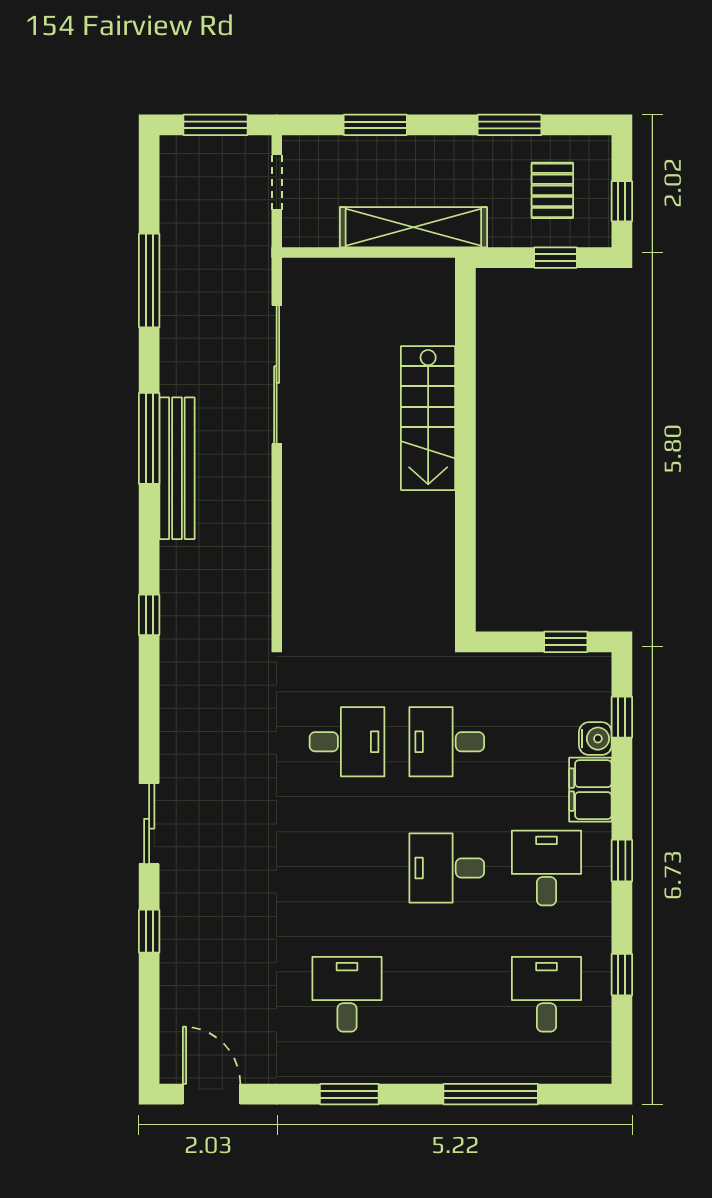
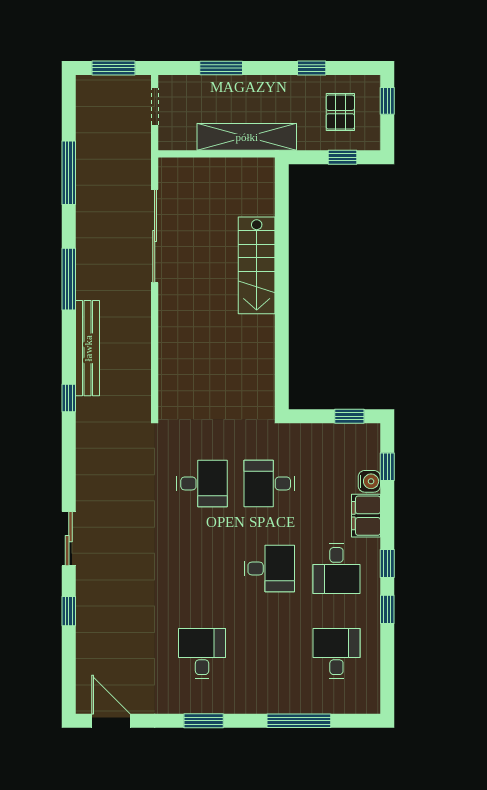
window: (510, 125) -> (312, 68), width x0.67
window: (622, 201) -> (387, 101), moved
bench: (177, 468) -> (88, 348), moved
desk: (447, 868) -> (269, 568), turned 180
desk: (546, 868) -> (336, 568), turned 180
window: (622, 975) -> (387, 609), moved

